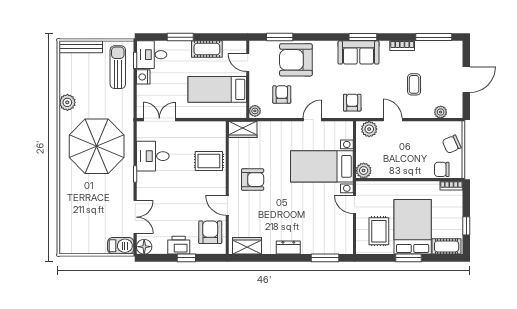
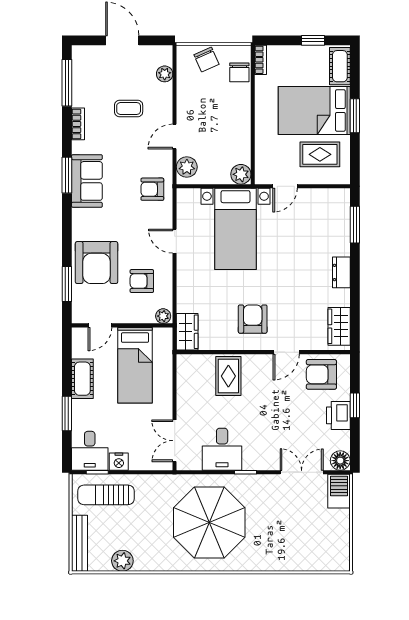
plant: (67, 102) -> (122, 561), moved

